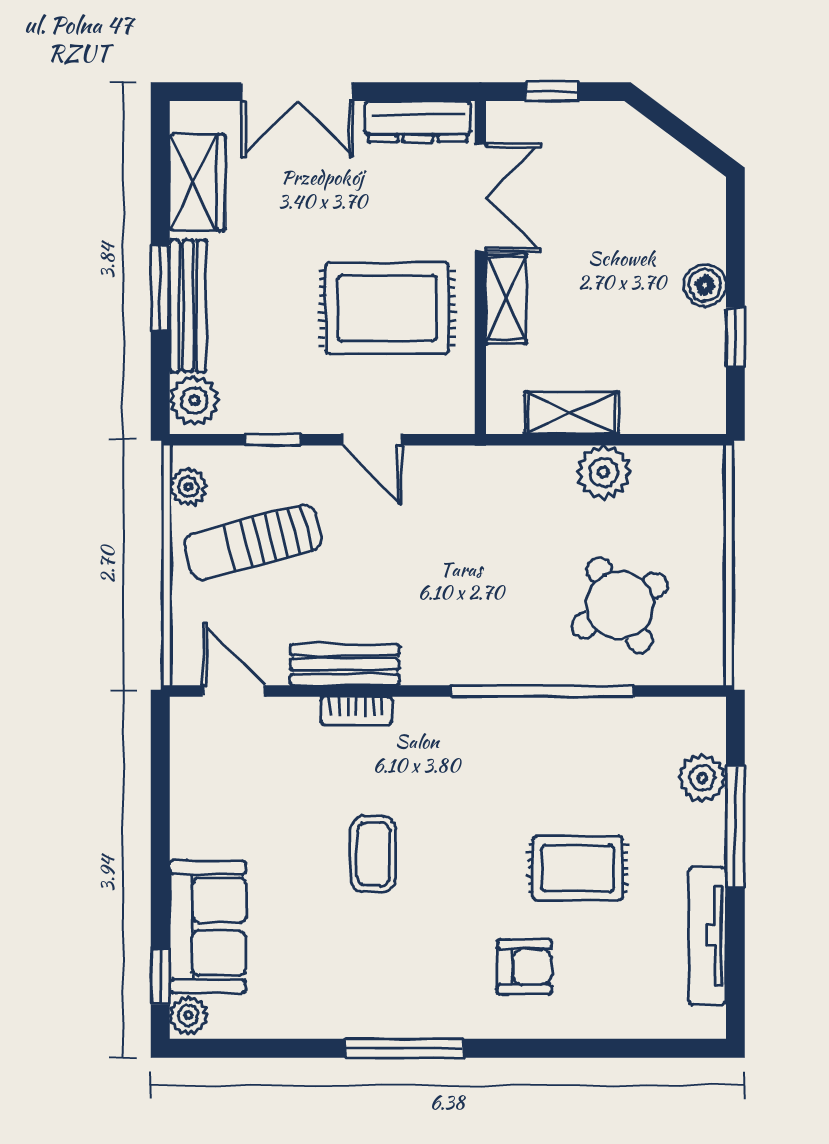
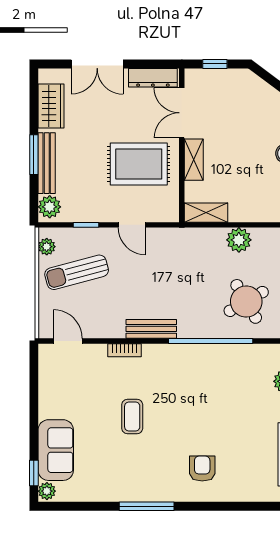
double door: (480, 197) -> (182, 113), swing flipped
shelving: (572, 413) -> (206, 213), moved
bench: (345, 665) -> (151, 329), moved
rug: (578, 868) -> (227, 423), removed
armchair: (524, 967) -> (202, 469), turned -90

